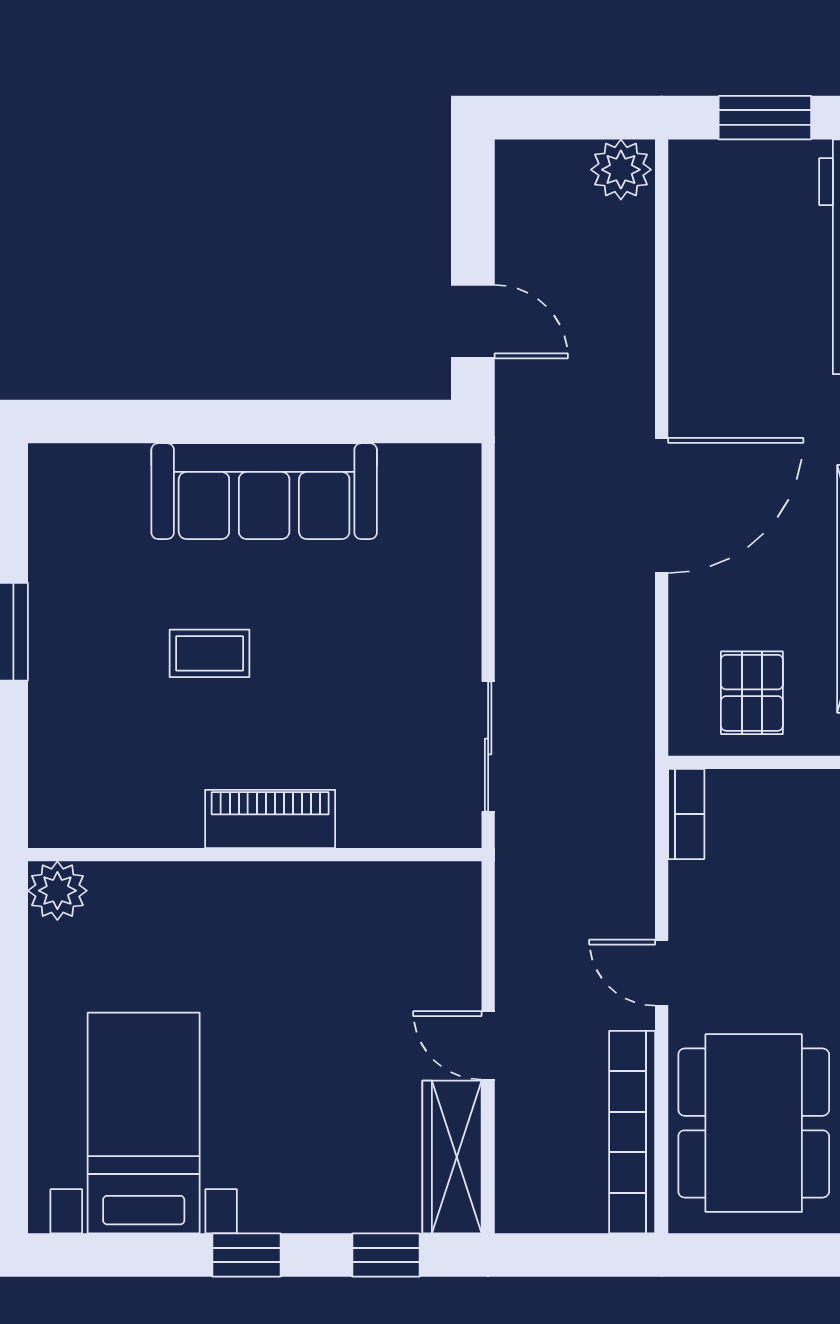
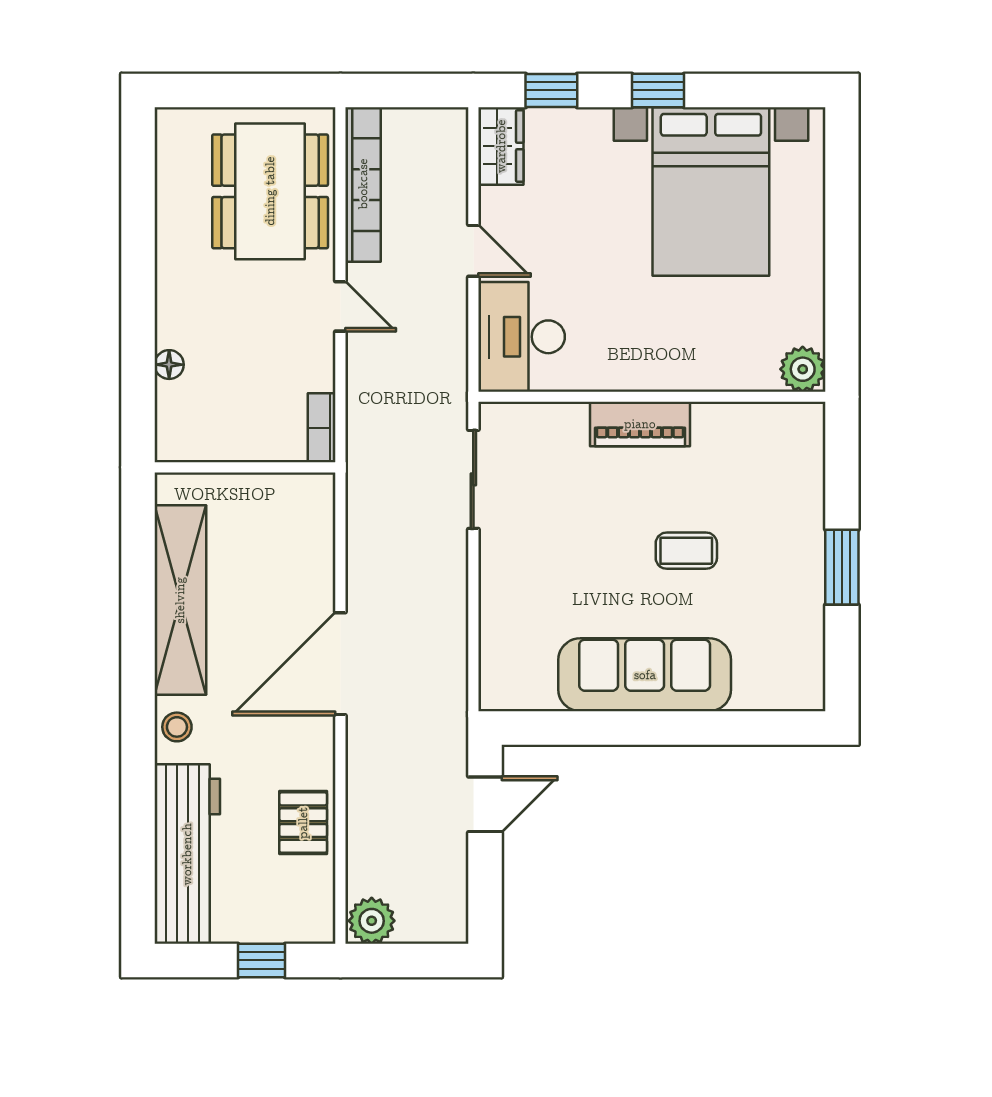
window: (765, 118) -> (262, 960), width x0.67
door: (473, 322) -> (485, 804), swing flipped
pallet: (752, 693) -> (303, 823), moved
desk: (425, 933) -> (521, 337), added
bed with nightstands: (144, 1123) -> (711, 191), width x1.36
wardrobe: (452, 1157) -> (501, 146), width x0.67

